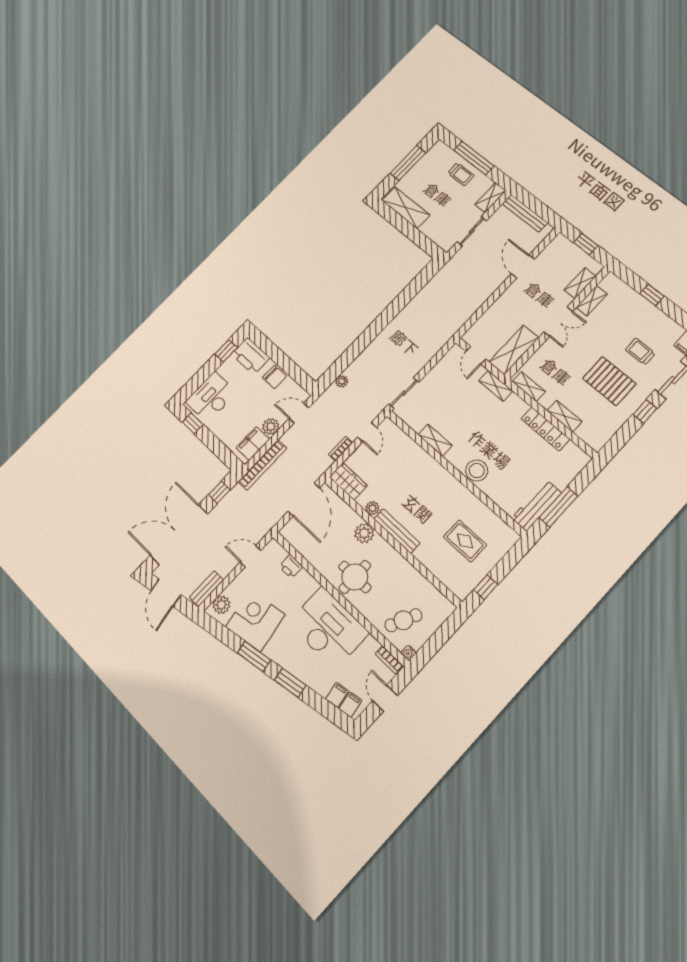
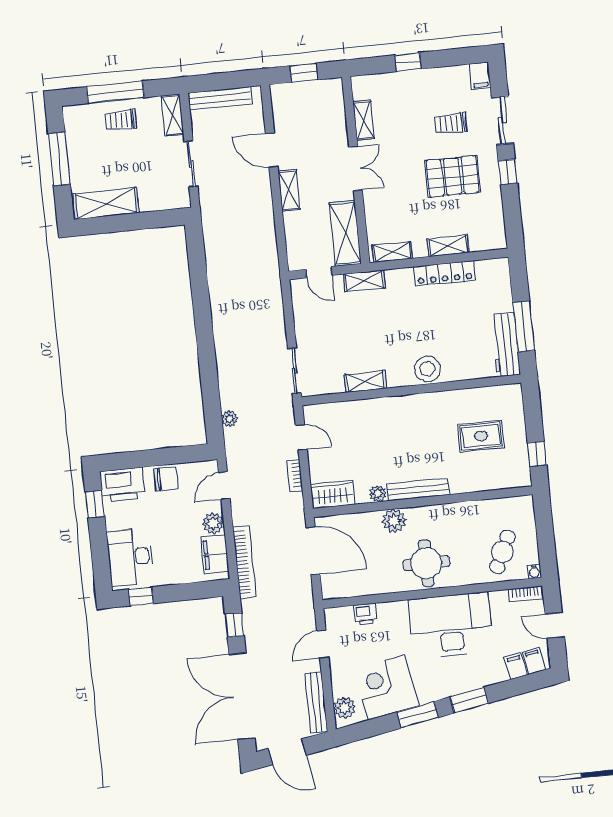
trolley: (461, 174) -> (121, 120), turned 180
shelving: (580, 283) -> (289, 190), moved
bench: (206, 589) -> (316, 702), width x1.36

